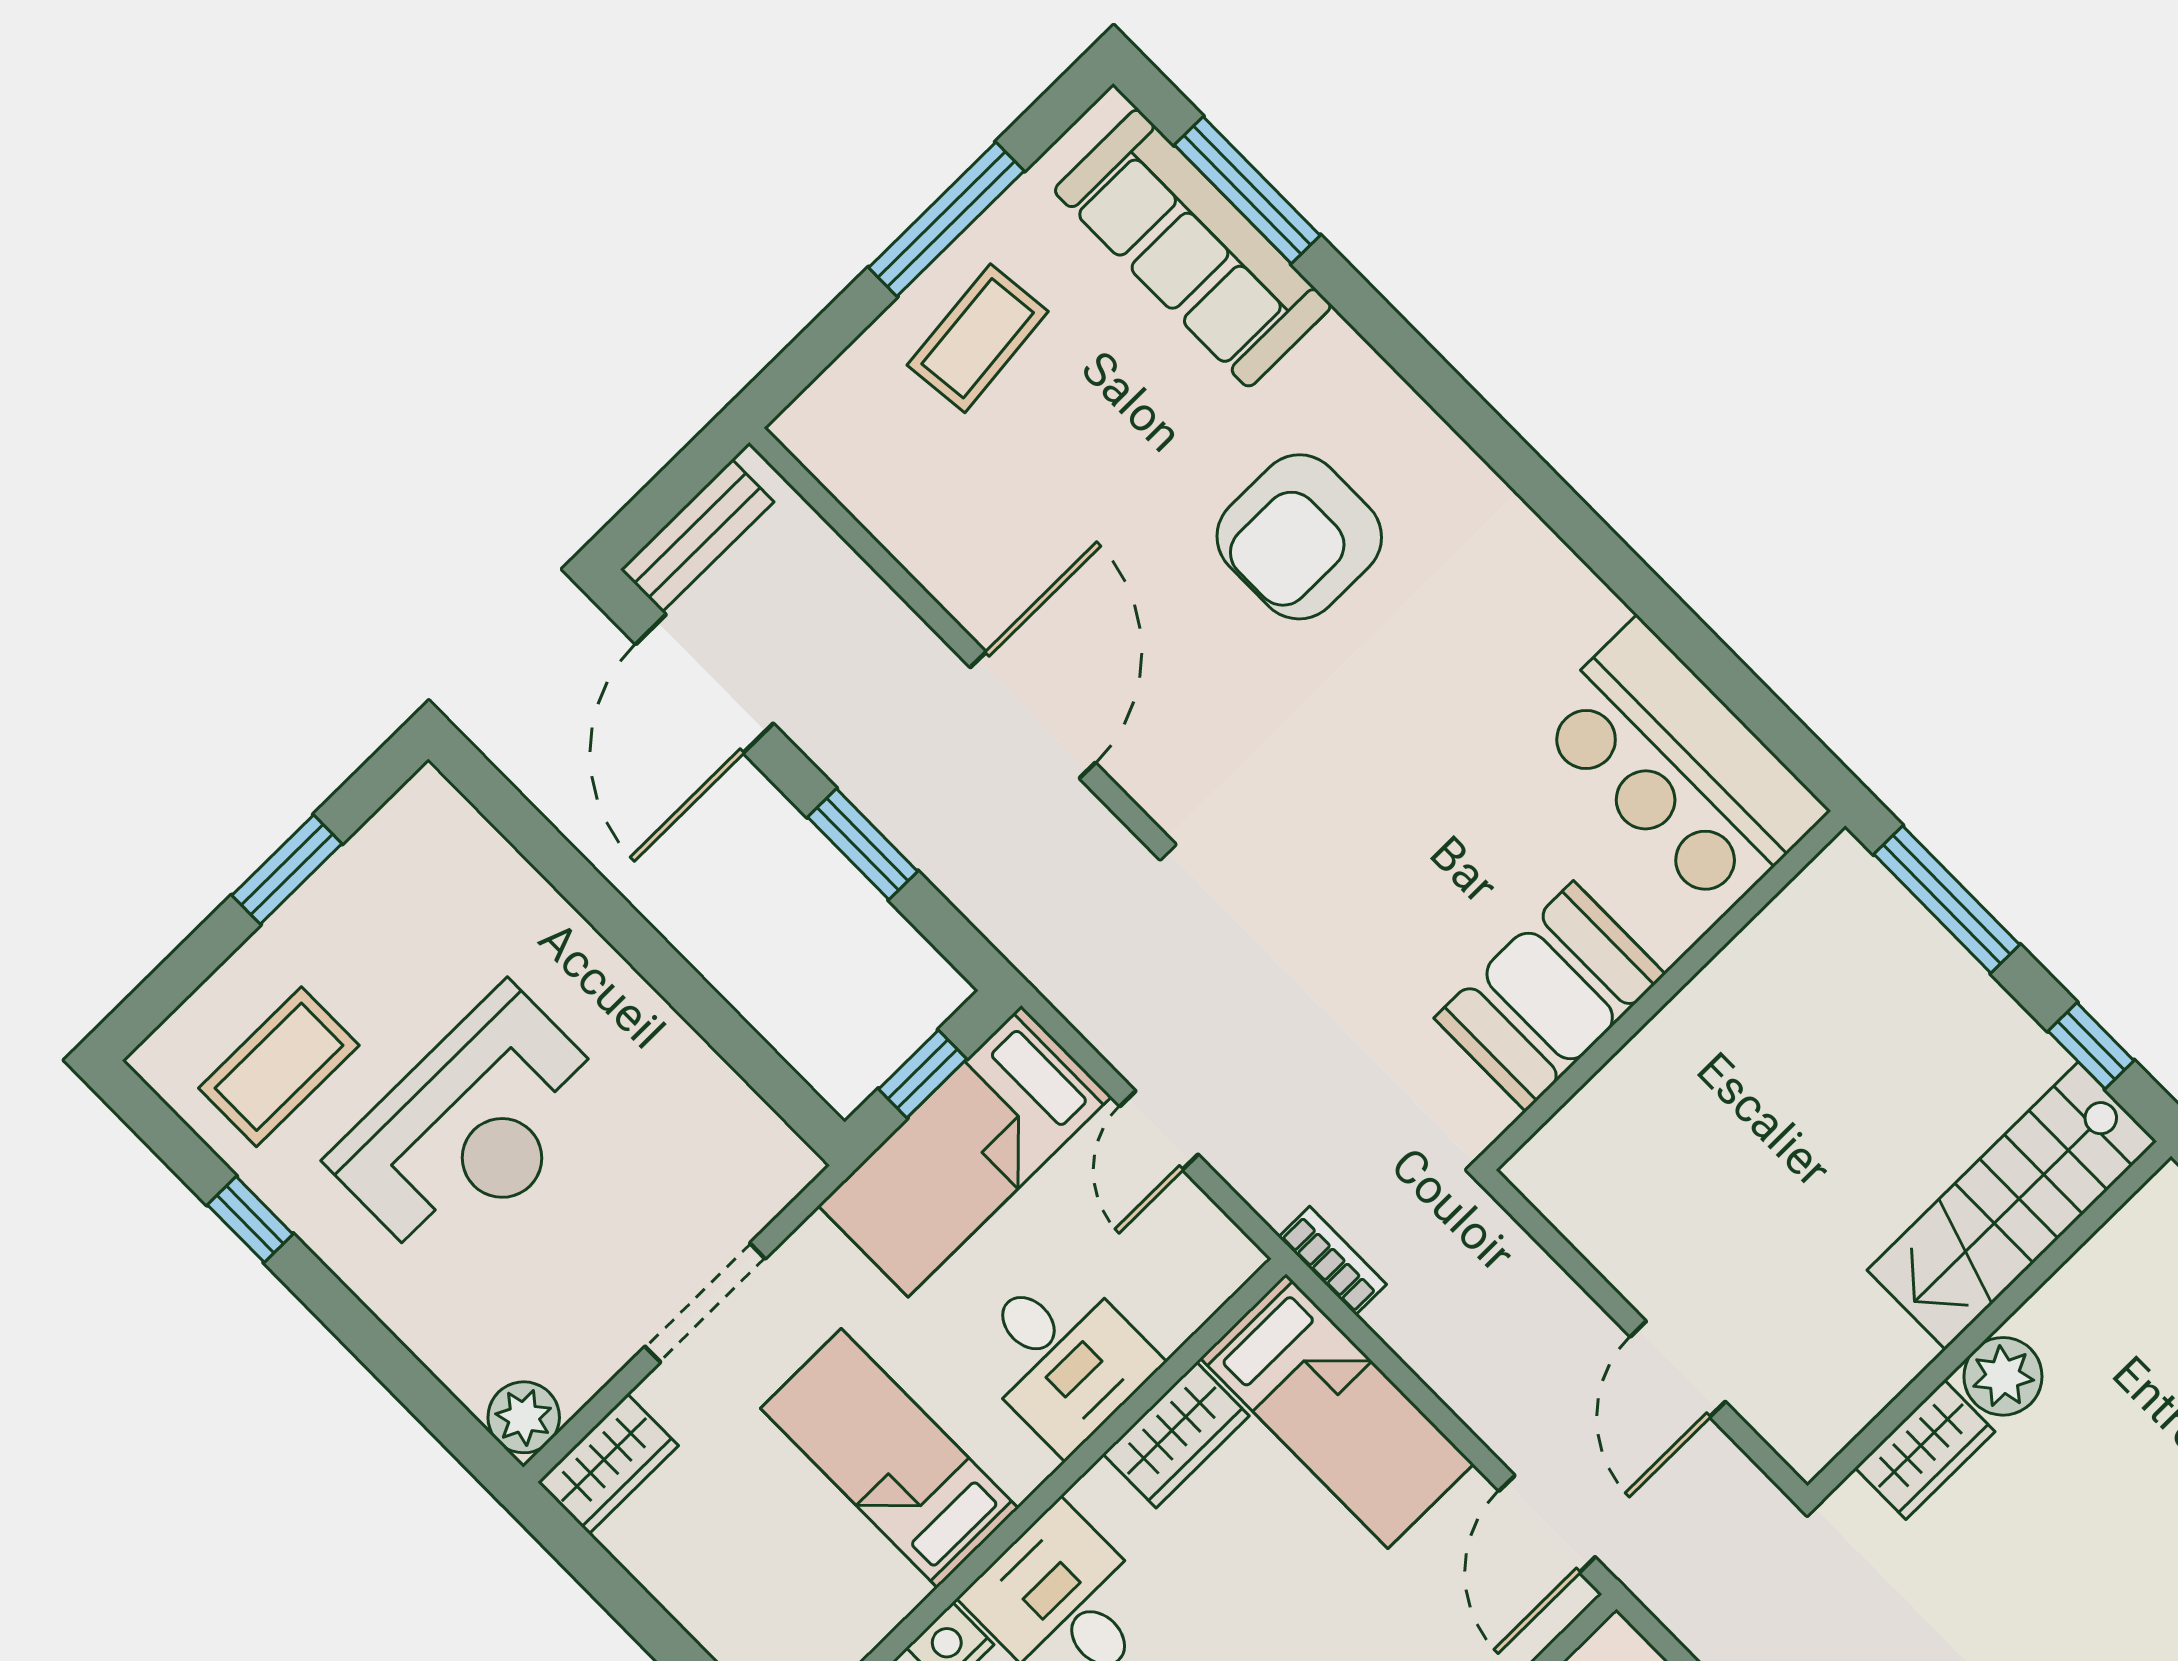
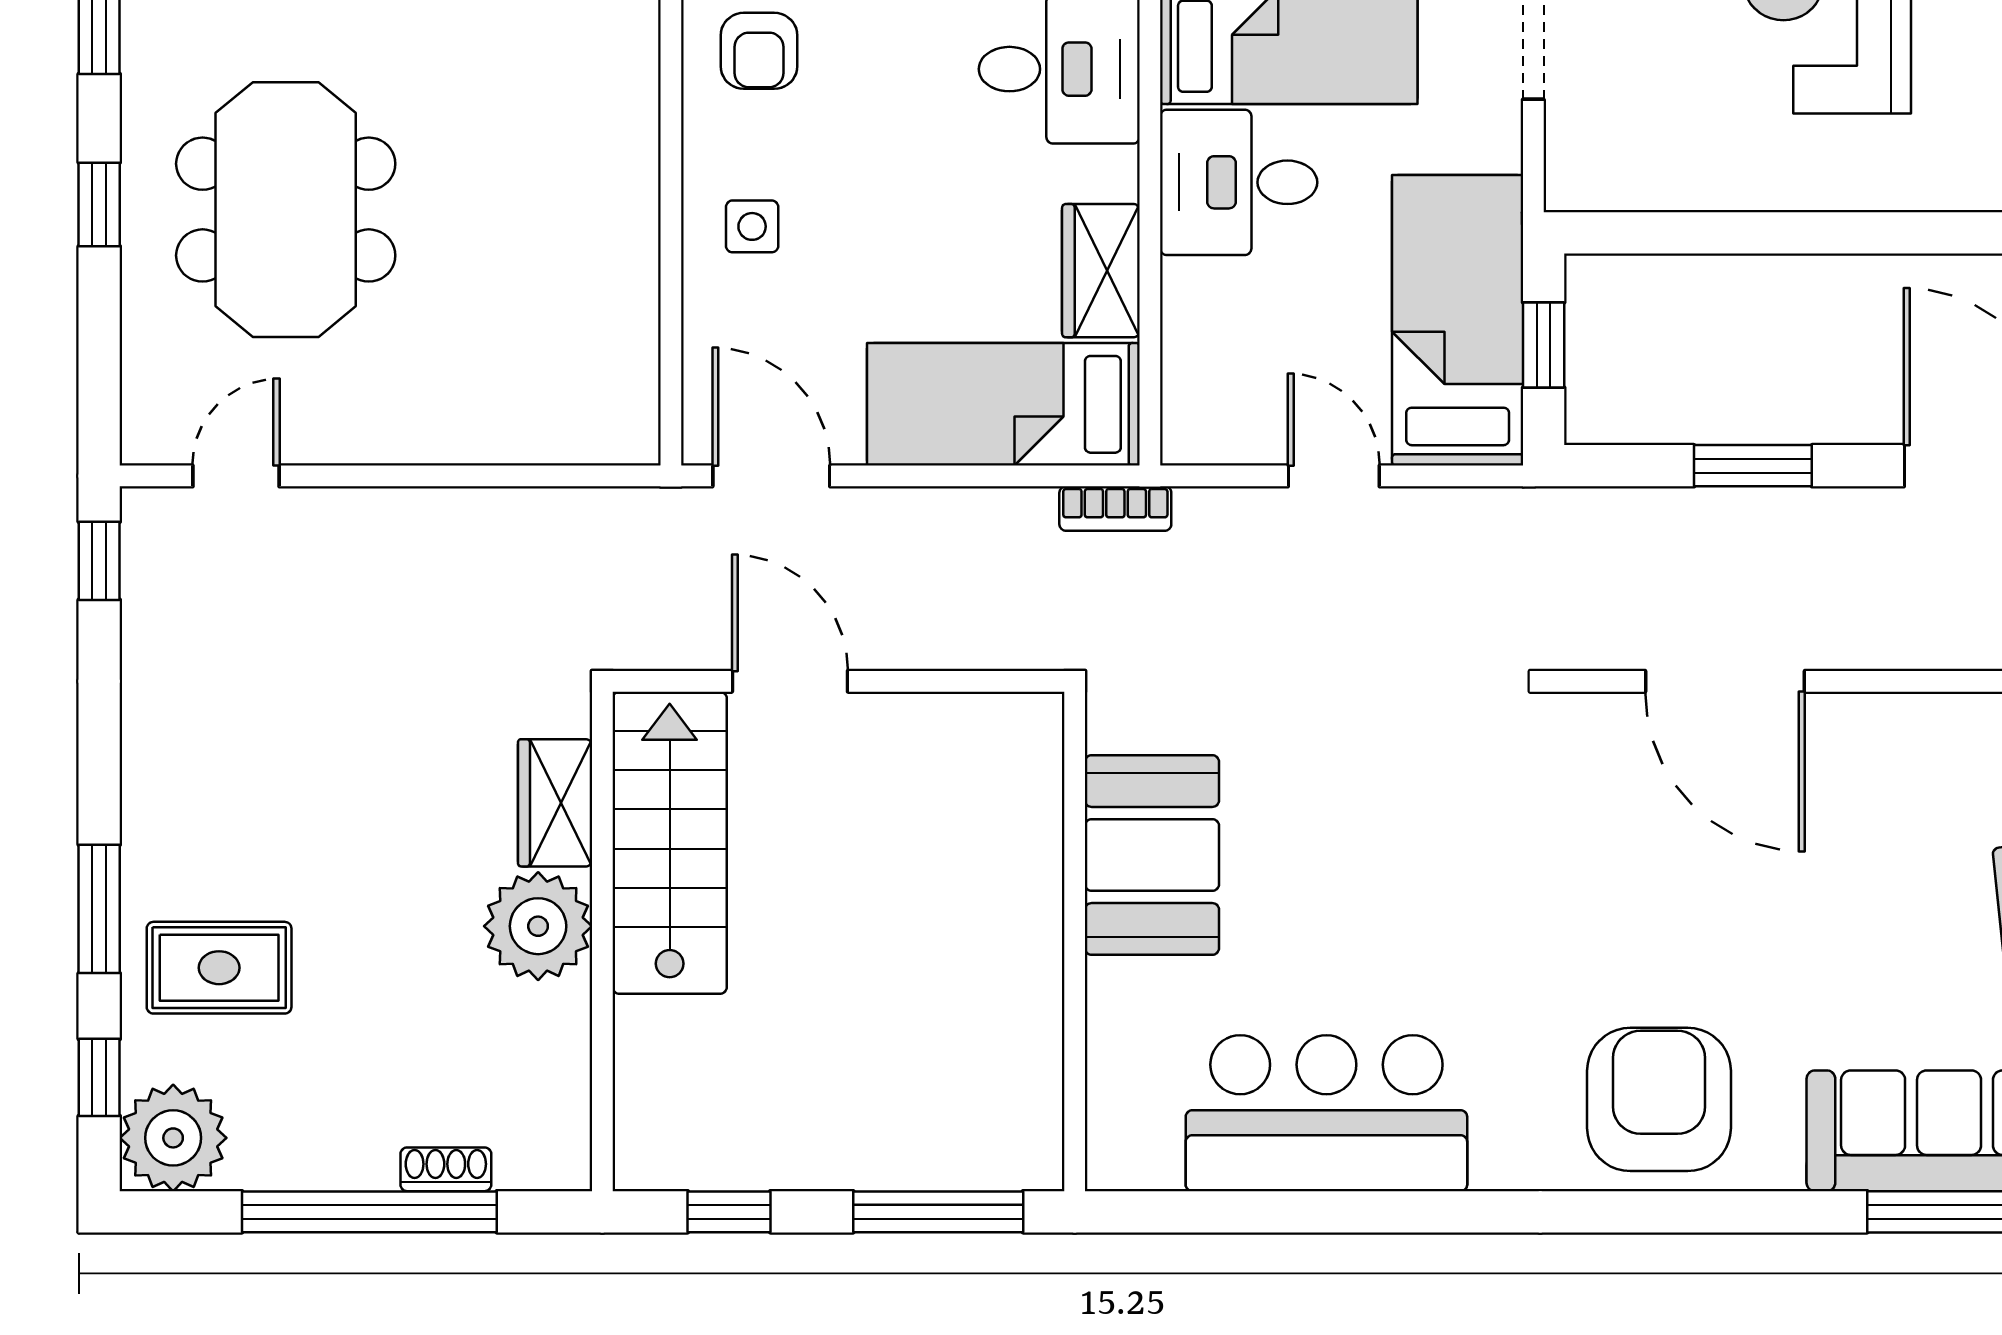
armchair: (1299, 537) -> (1659, 1099), moved
bar counter: (1679, 766) -> (1326, 1113), moved
stairs: (2012, 1206) -> (670, 843), moved
desk: (1062, 1357) -> (1239, 182), moved
plant: (2003, 1376) -> (538, 926), width x1.36, depth x1.36

